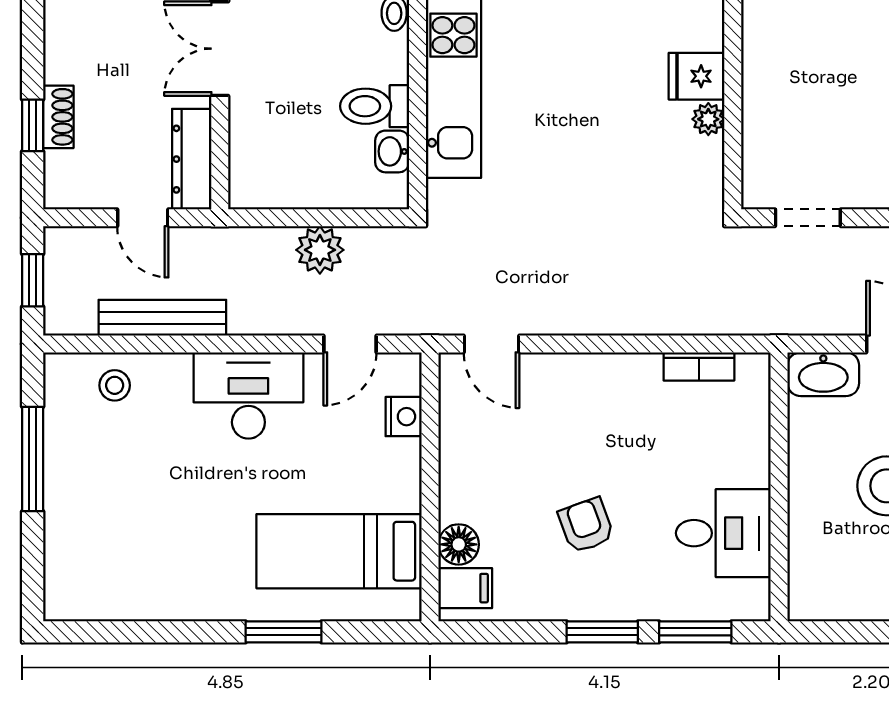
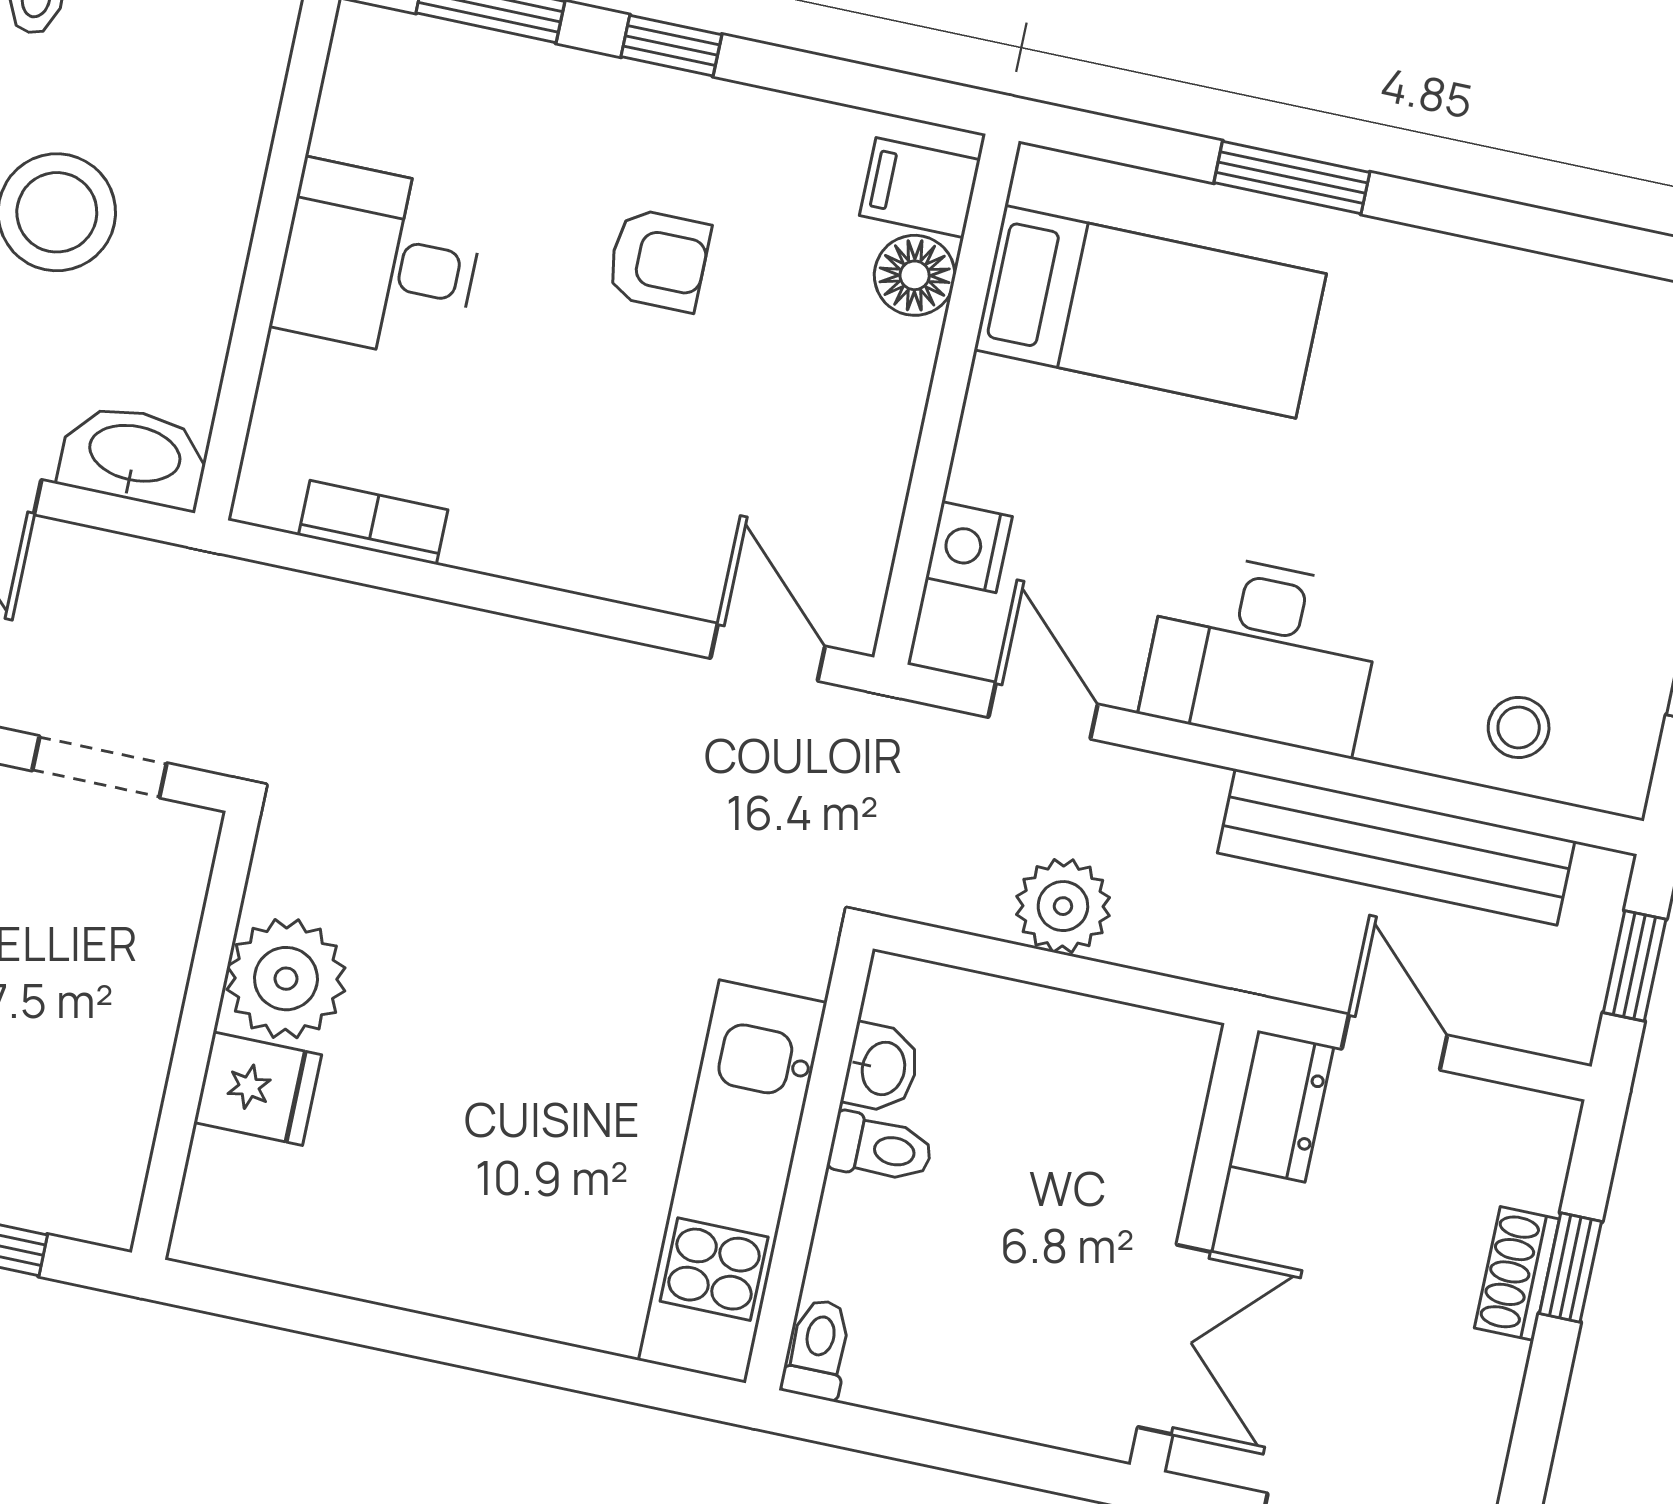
toilet: (375, 106) -> (881, 1148), width x0.73, depth x0.72
plant: (708, 119) -> (286, 979), width x1.88, depth x1.88
dresser: (192, 159) -> (1281, 1106), width x0.70
bench: (162, 318) -> (1396, 847), width x1.37, depth x1.21
door: (350, 344) -> (1043, 711), hinge flipped
armchair: (586, 525) -> (659, 260), turned -70
desk: (723, 533) -> (379, 261), moved
window: (602, 632) -> (671, 46), width x0.67

